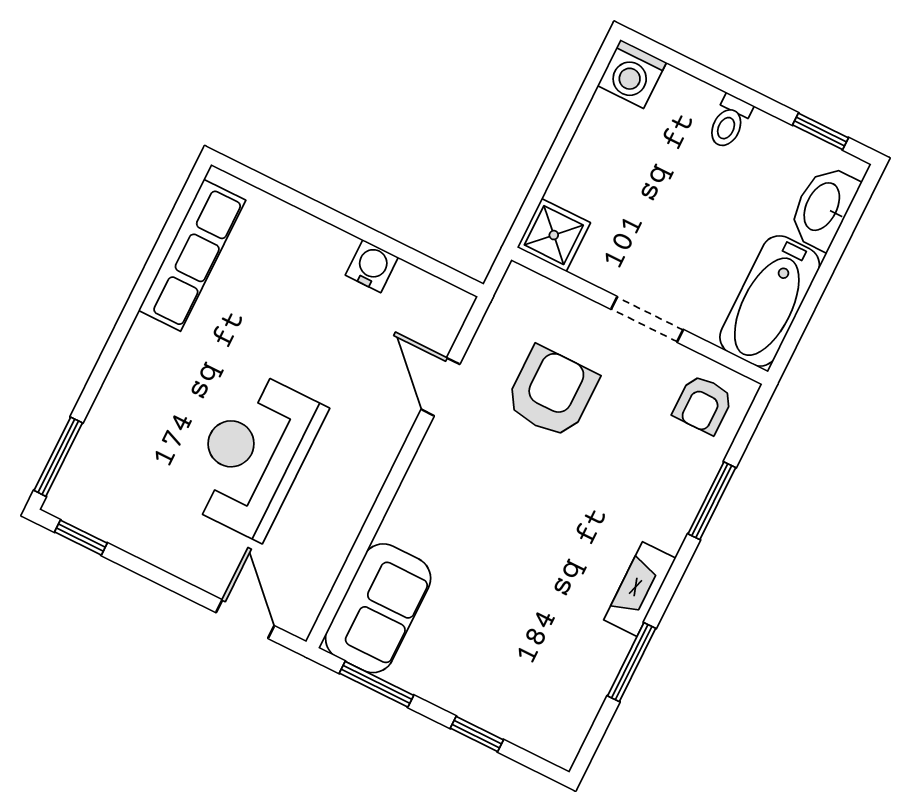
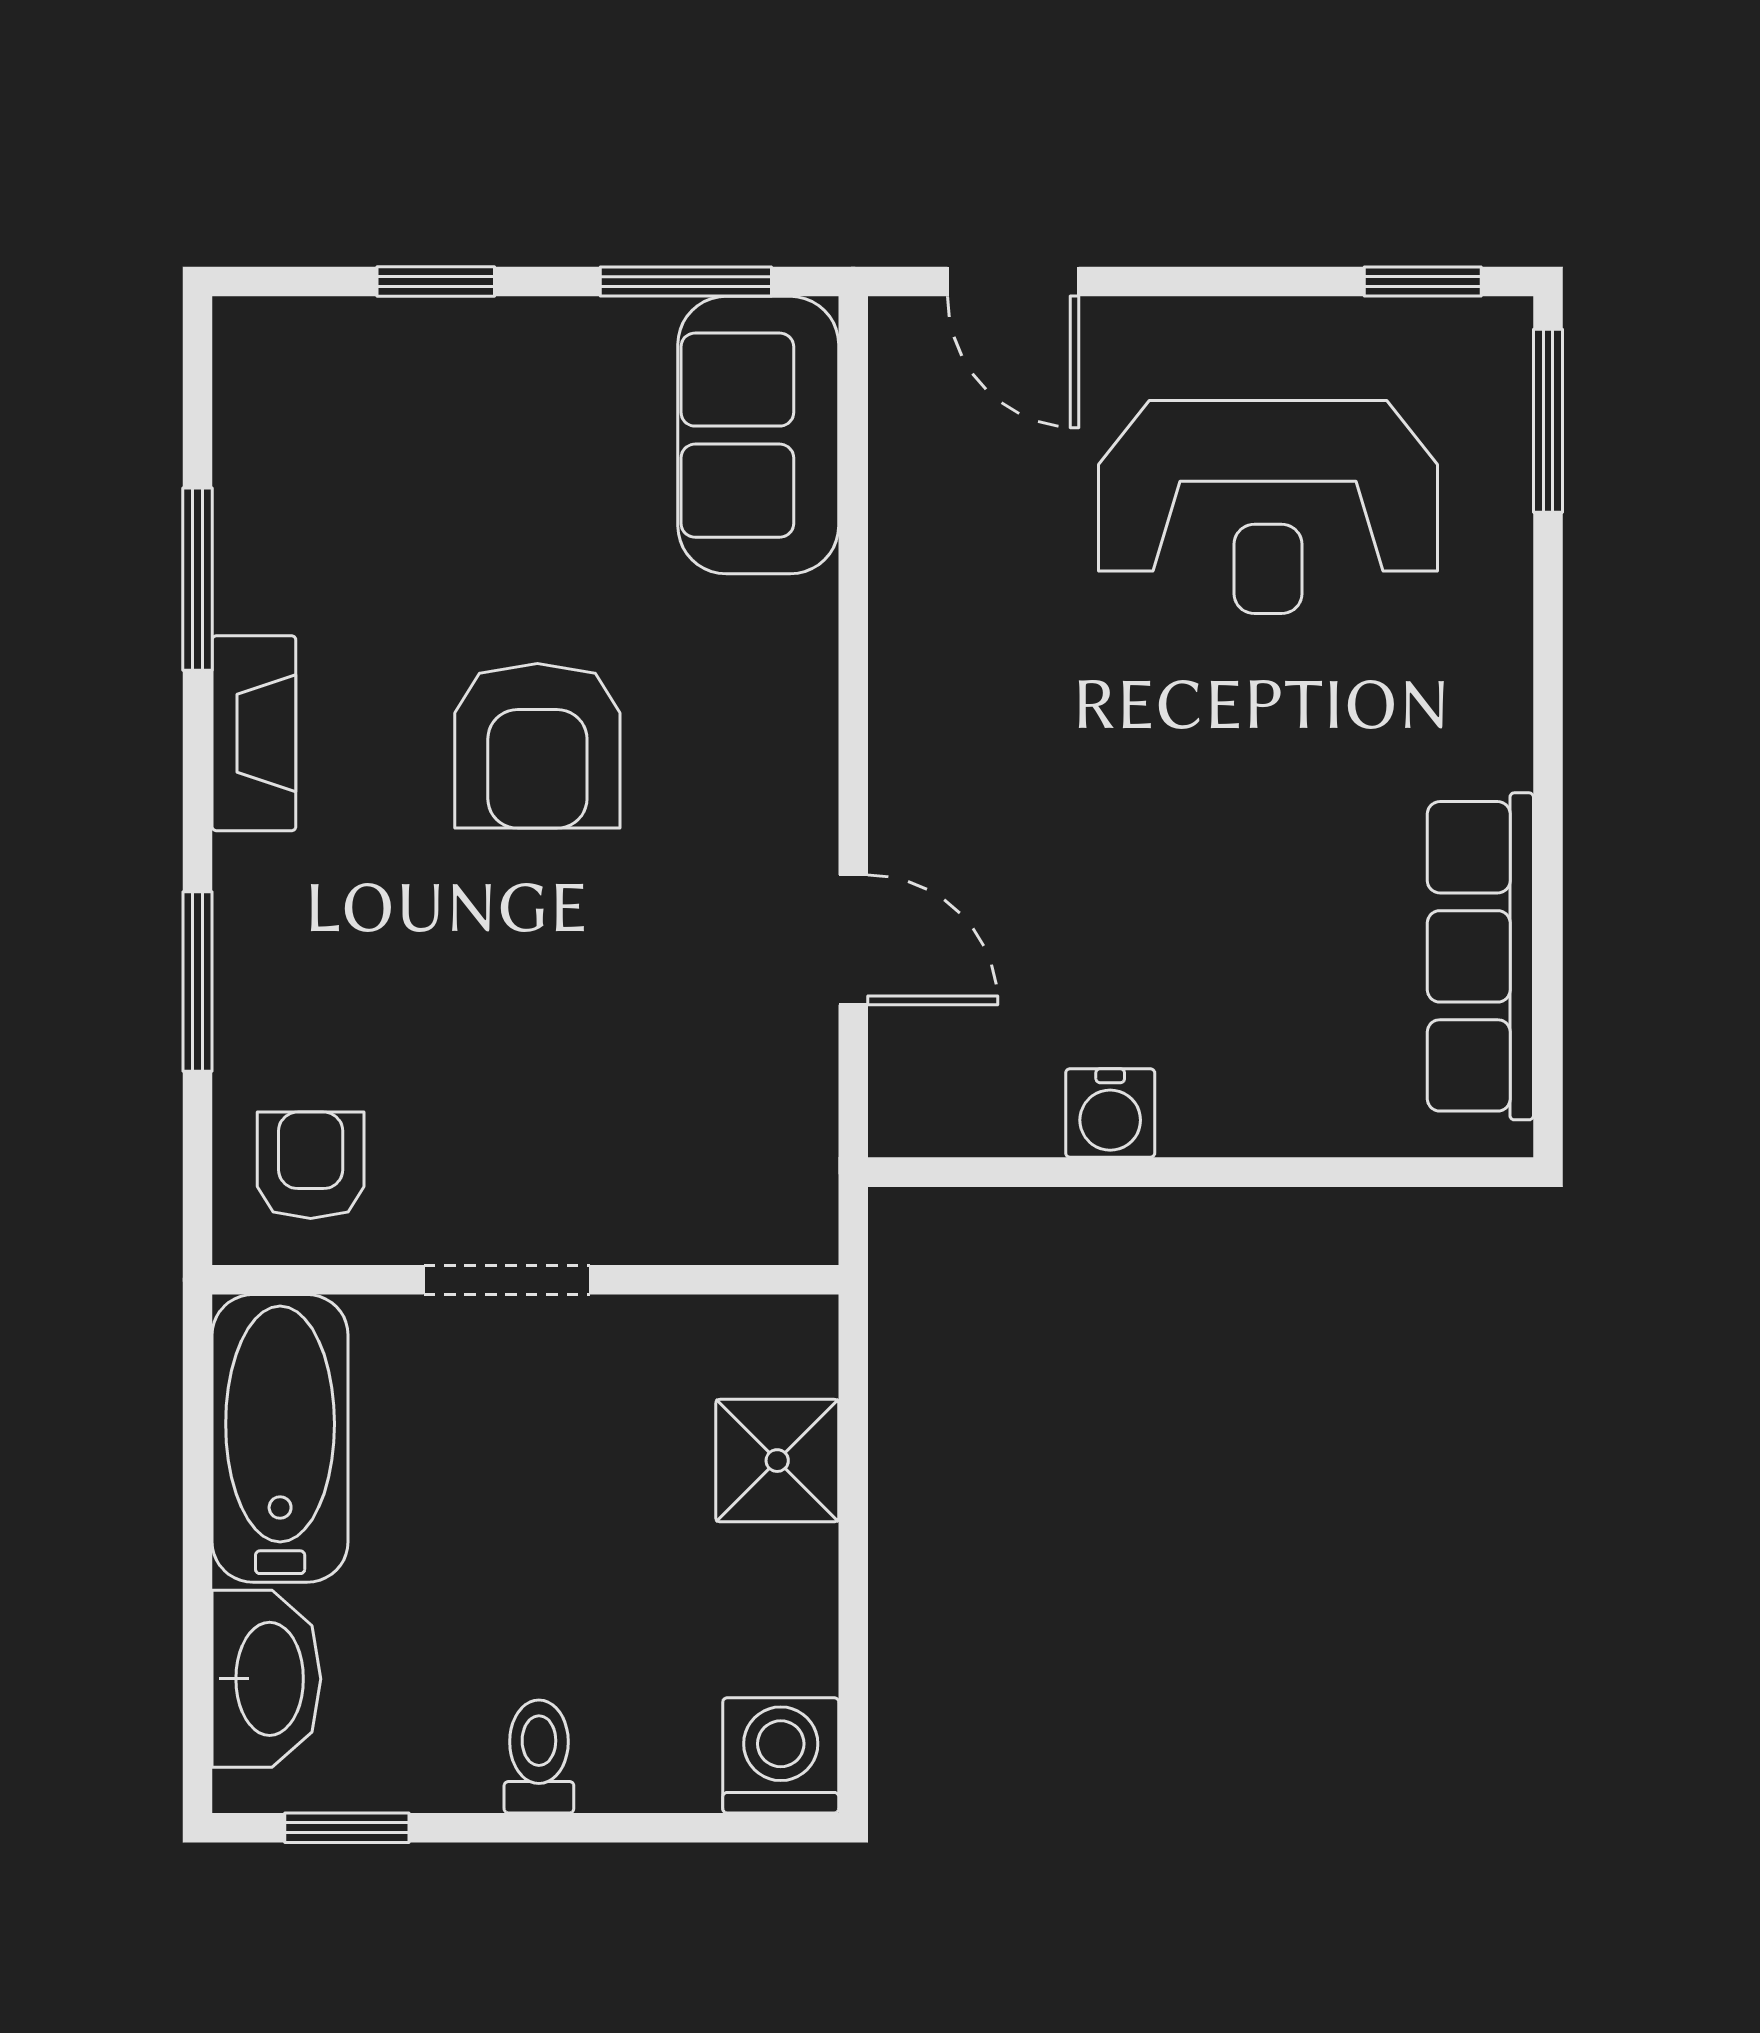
shower: (554, 235) -> (777, 1461), moved
armchair: (552, 392) -> (537, 746), moved
reception desk: (253, 455) -> (1268, 507), moved, turned 90

